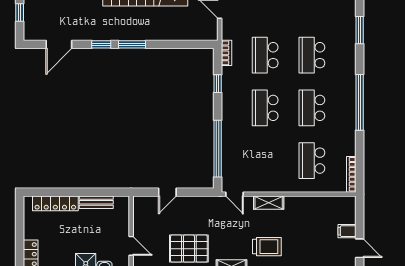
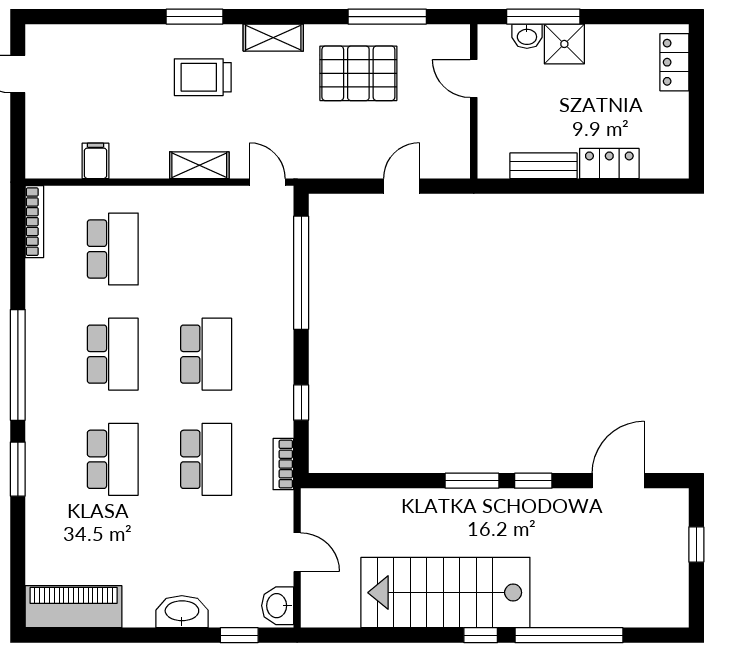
window: (360, 30) -> (18, 469), moved
locker: (55, 203) -> (609, 163), width x0.66
filing cabinet: (347, 231) -> (95, 161), moved, turned -90

